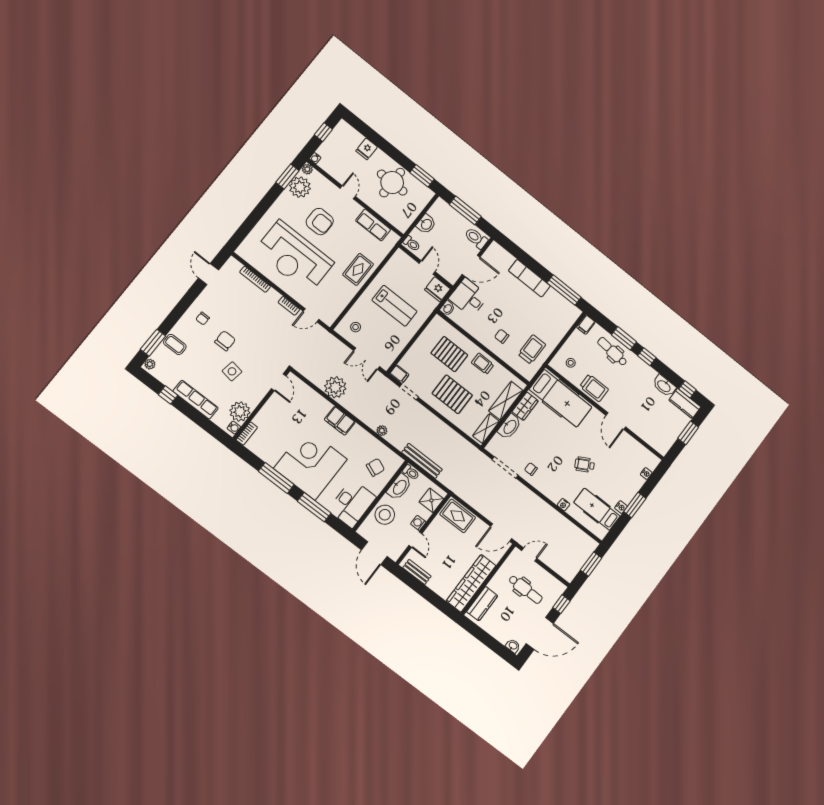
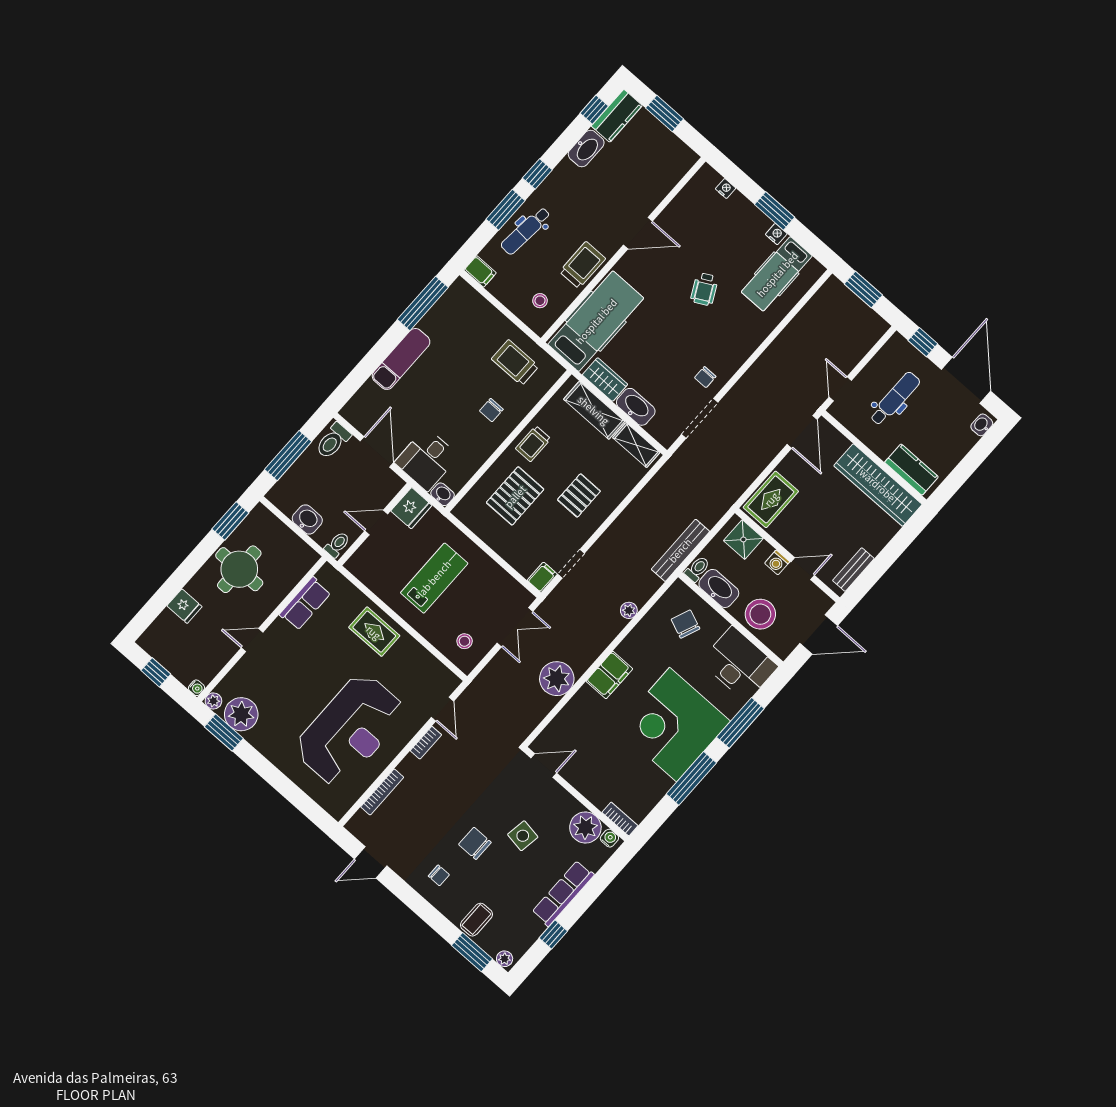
armchair: (320, 222) -> (296, 687), removed
pallet: (452, 394) -> (579, 495), width x0.67, depth x0.71
nightstand: (564, 505) -> (766, 328), removed

